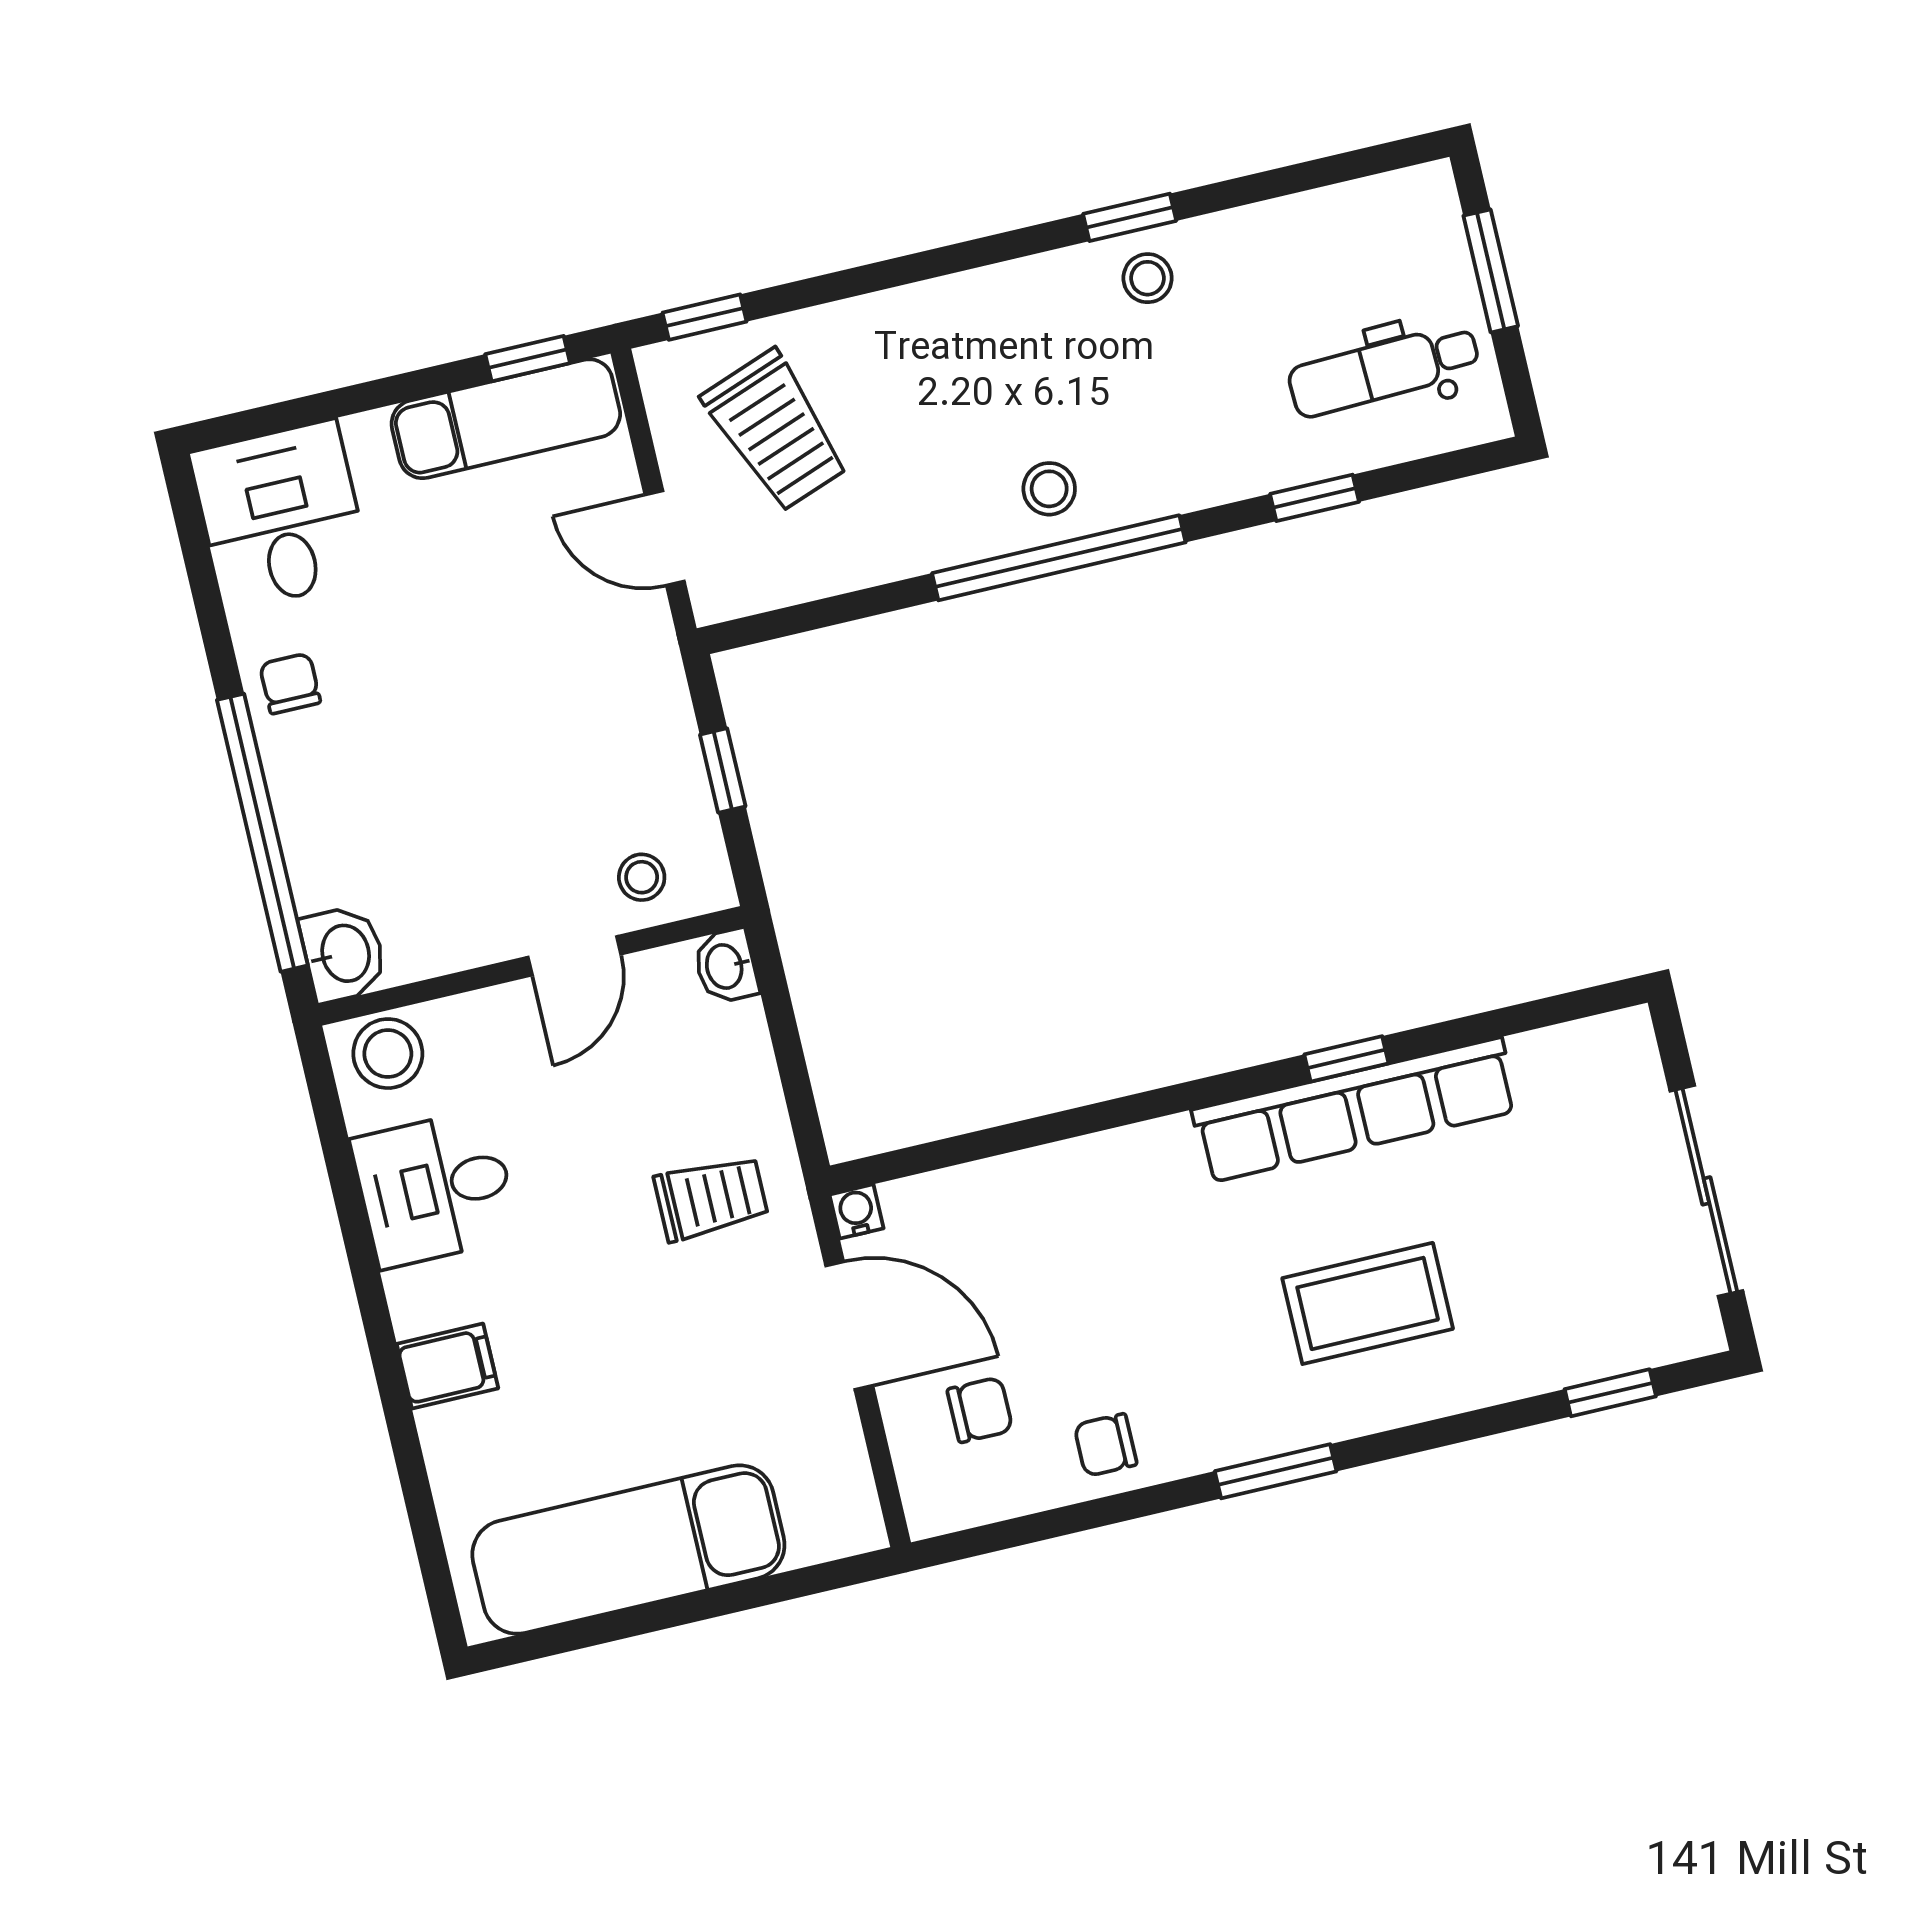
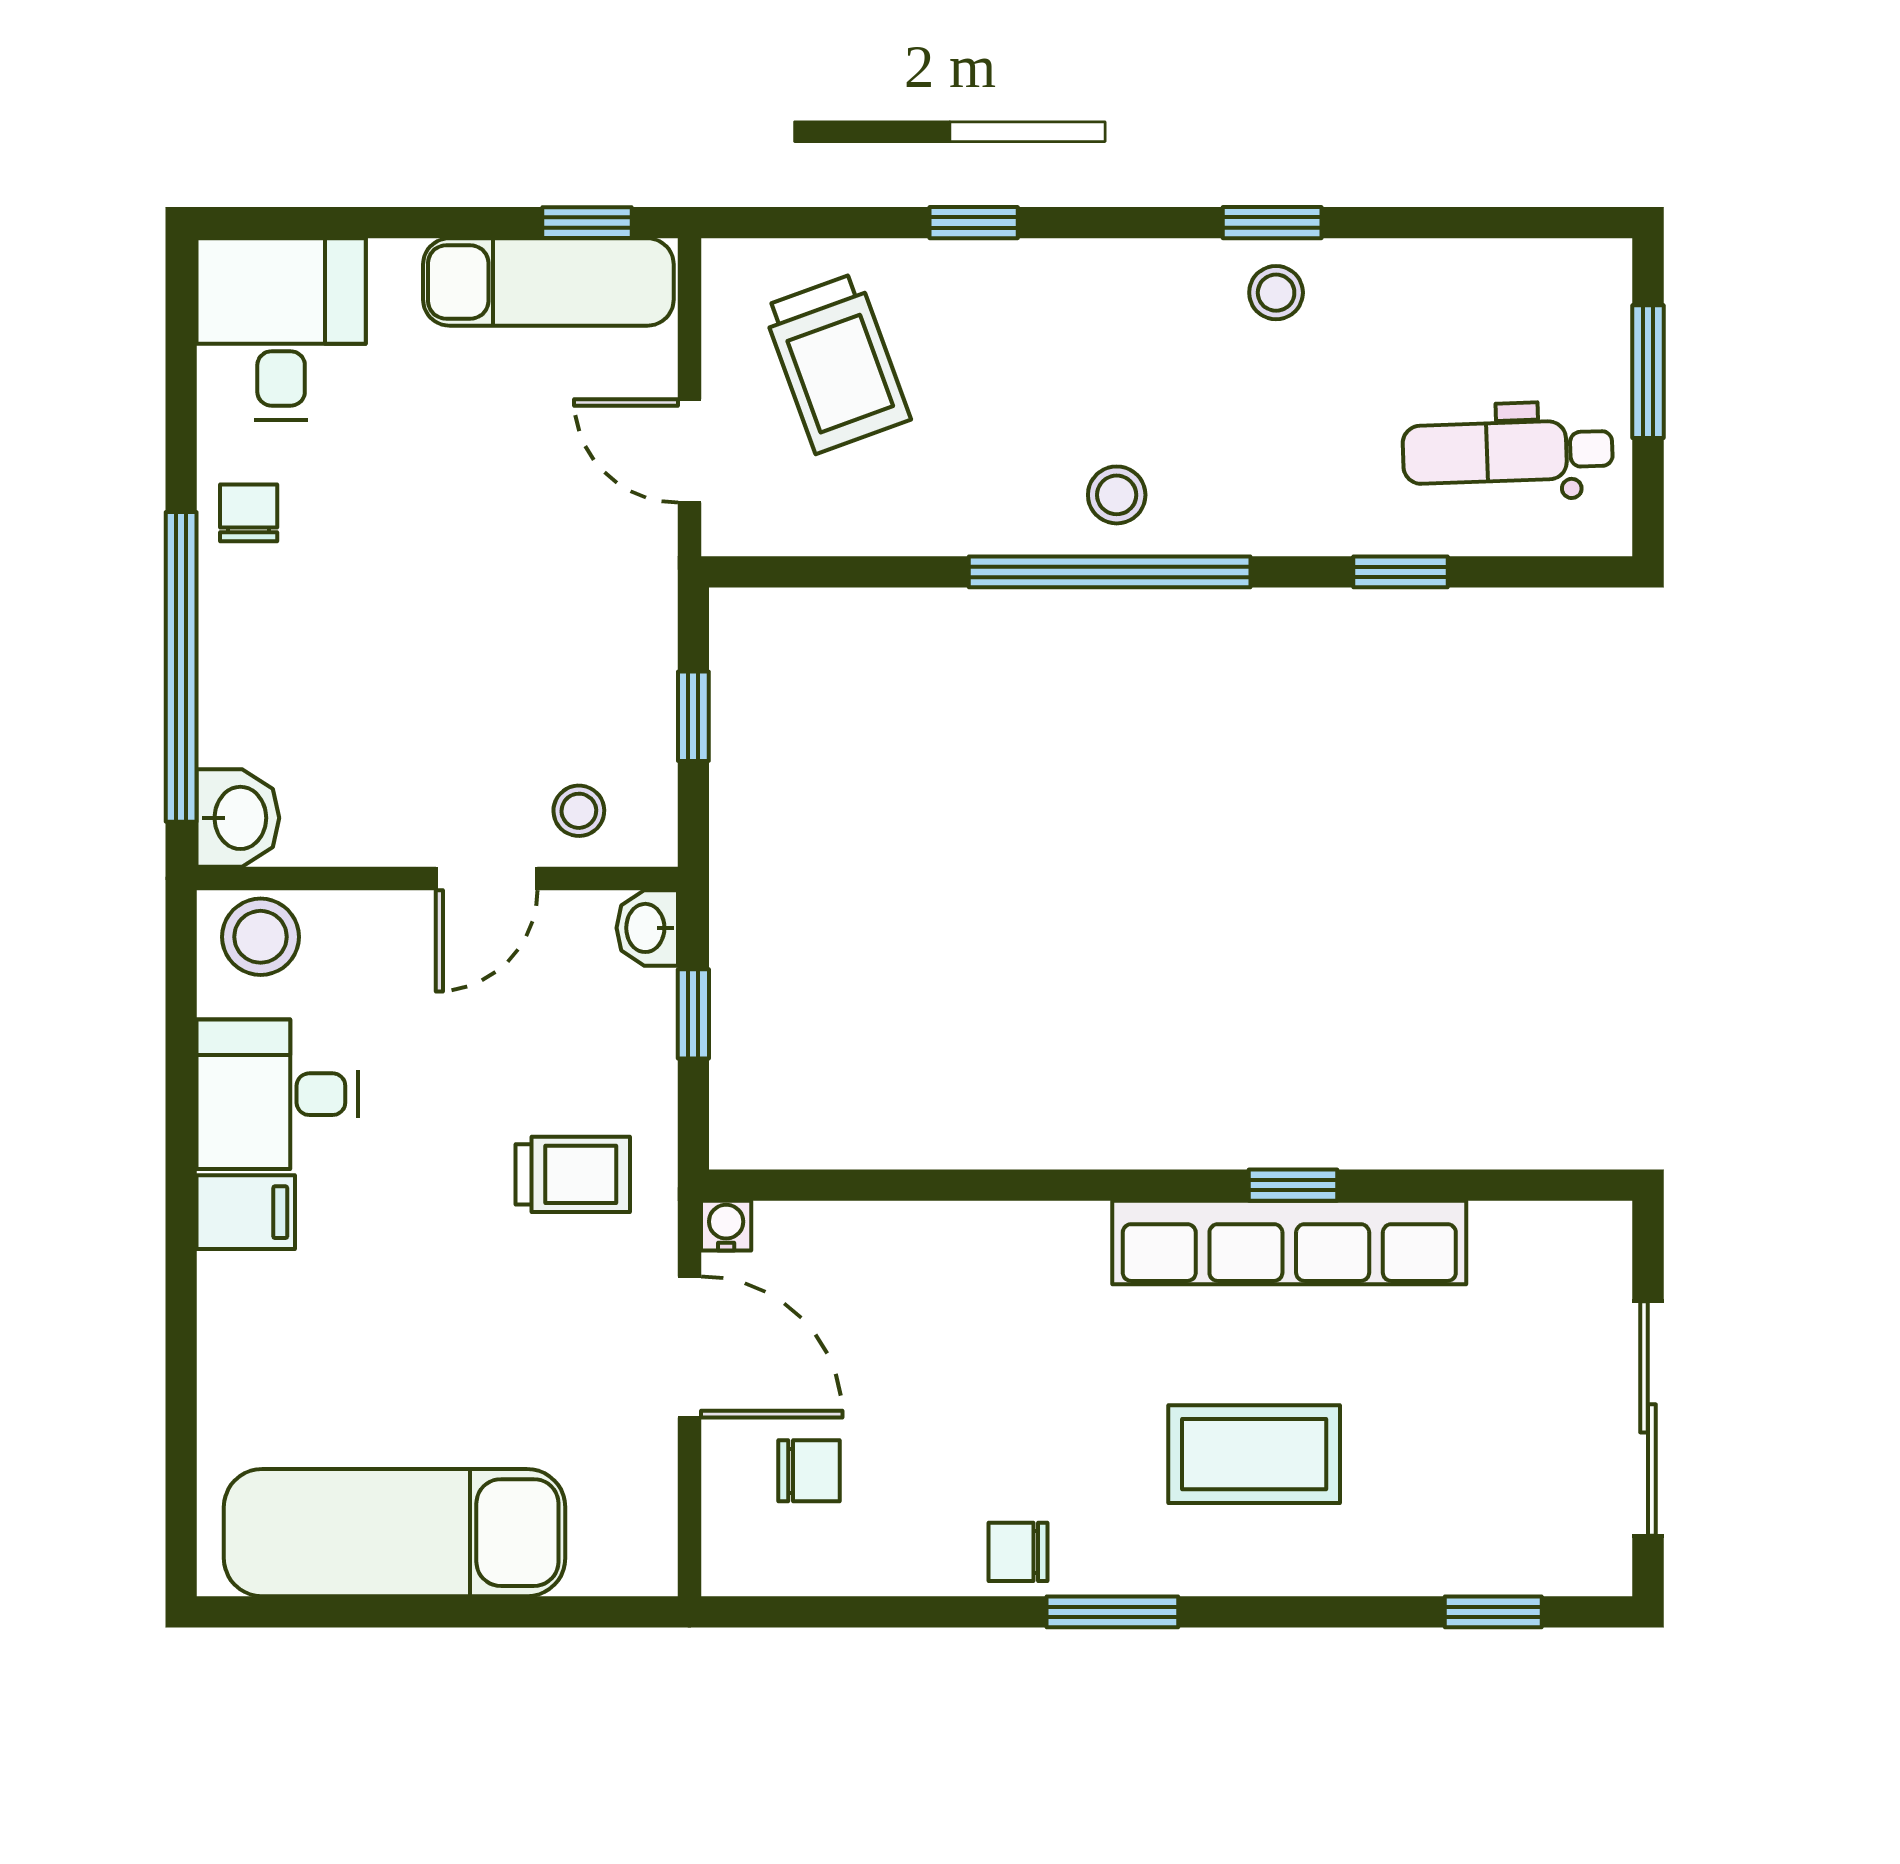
window: (704, 317) -> (974, 223), moved
window: (784, 1032) -> (693, 1014), added
filing cabinet: (447, 1366) -> (246, 1212), moved
chair: (1105, 1445) -> (1018, 1552), moved

